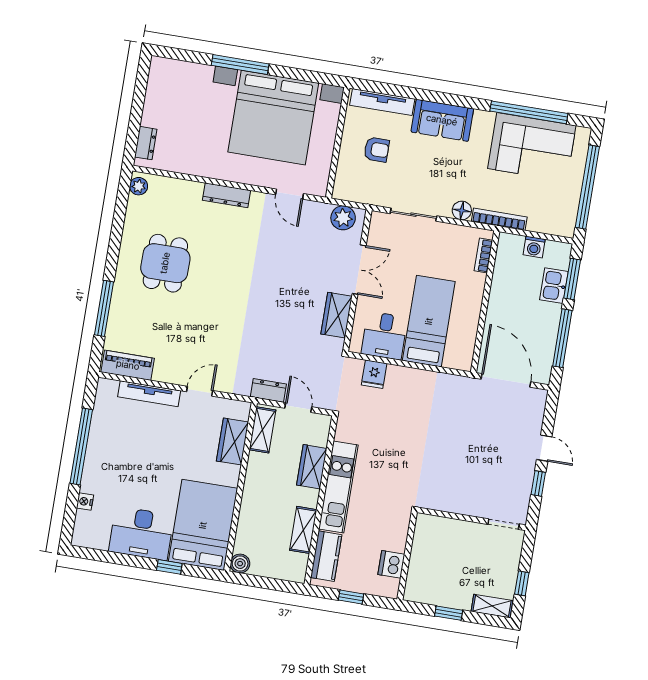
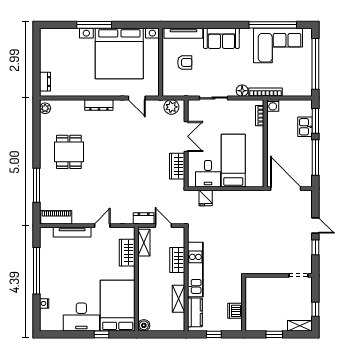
washing machine: (534, 247) -> (273, 105), moved

